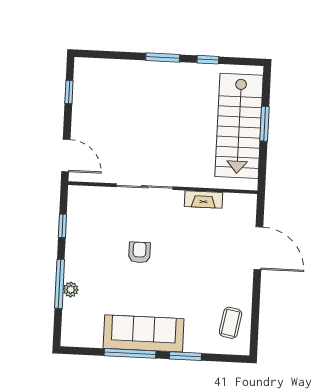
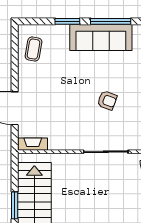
fireplace: (203, 200) -> (33, 144), moved
armchair: (139, 252) -> (107, 100), turned -70

